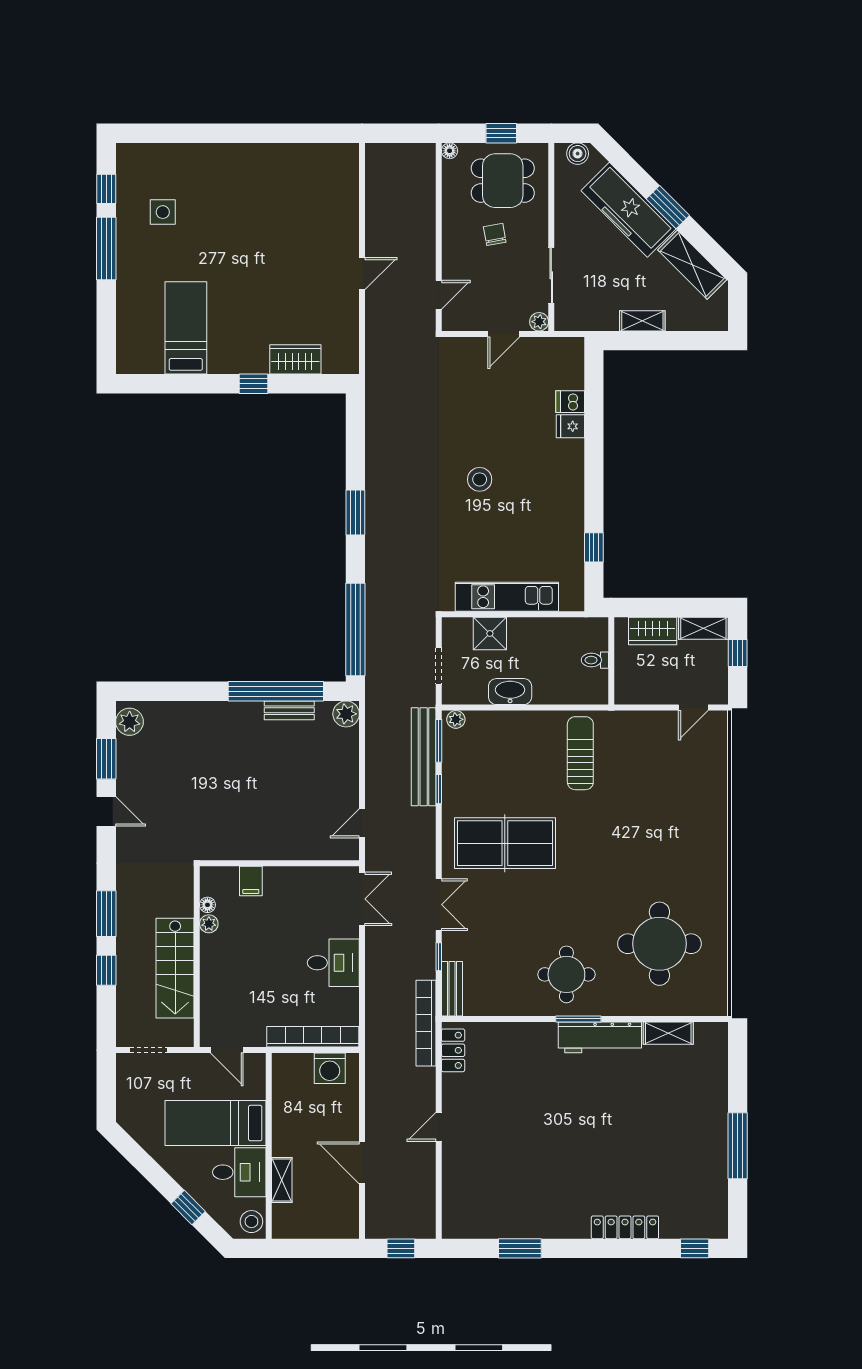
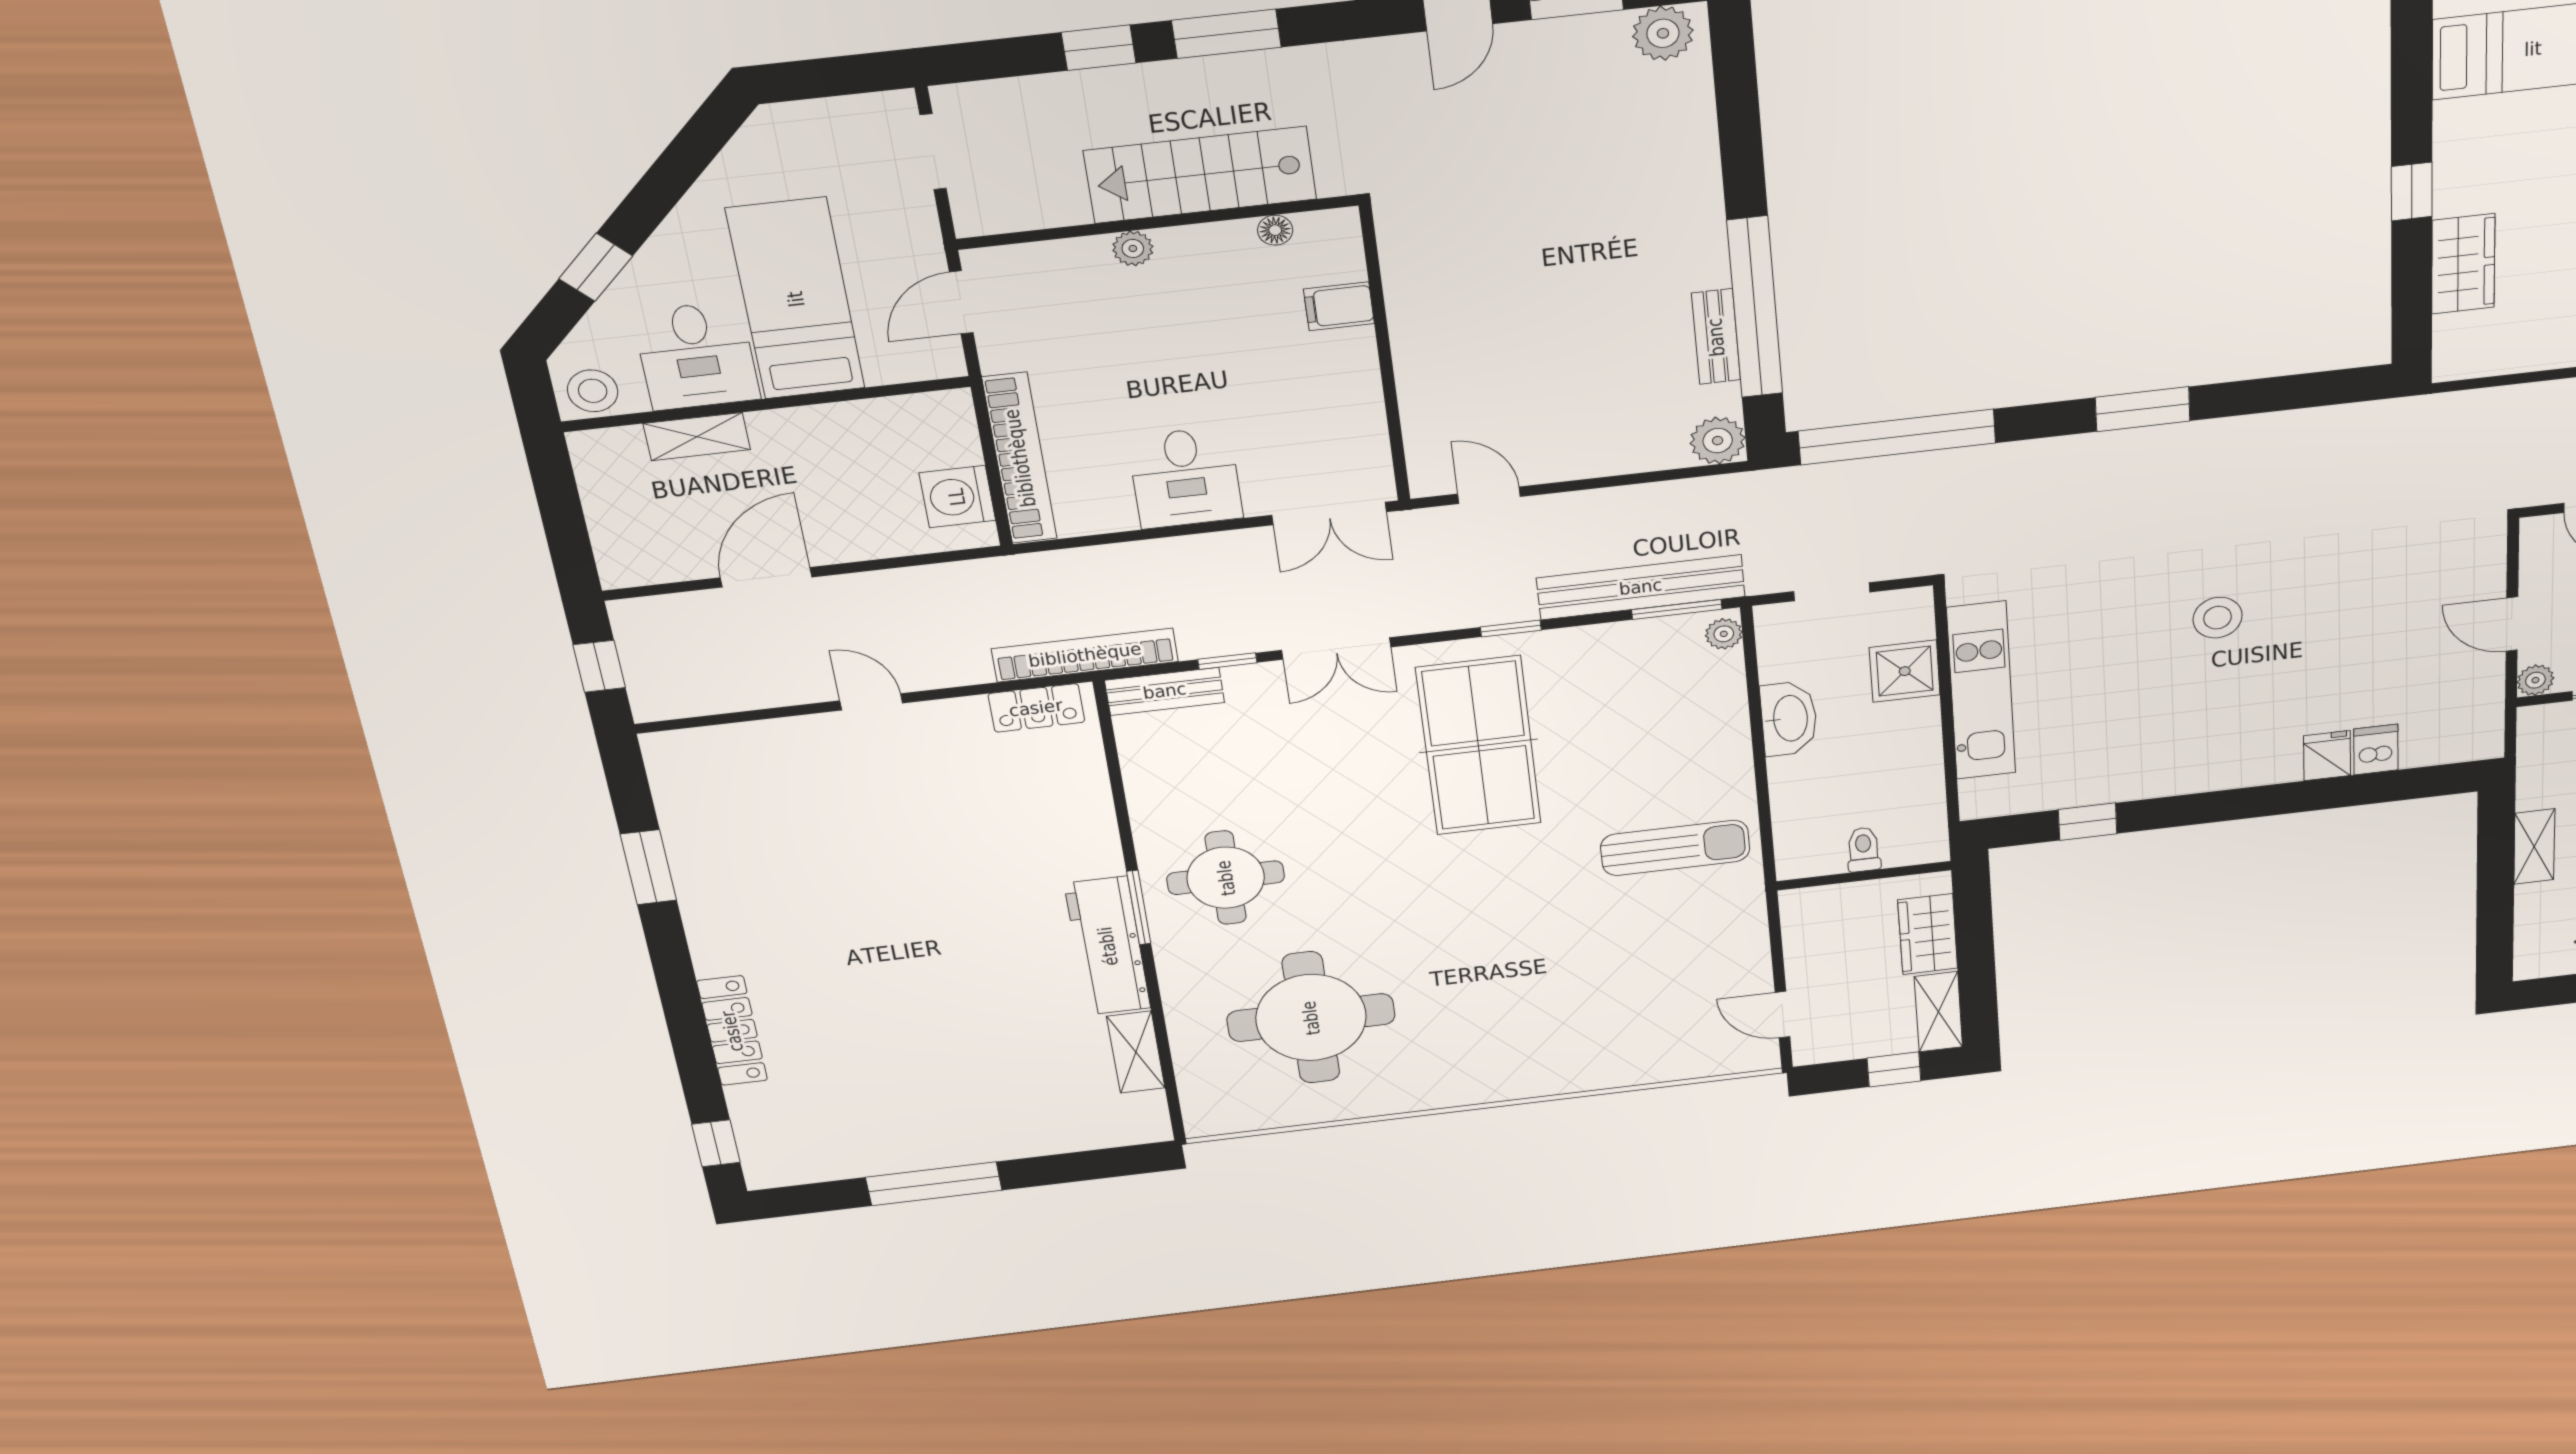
window: (439, 789) -> (1511, 629), moved
plant: (209, 924) -> (1133, 248), moved
stairs: (175, 968) -> (1200, 175), moved

